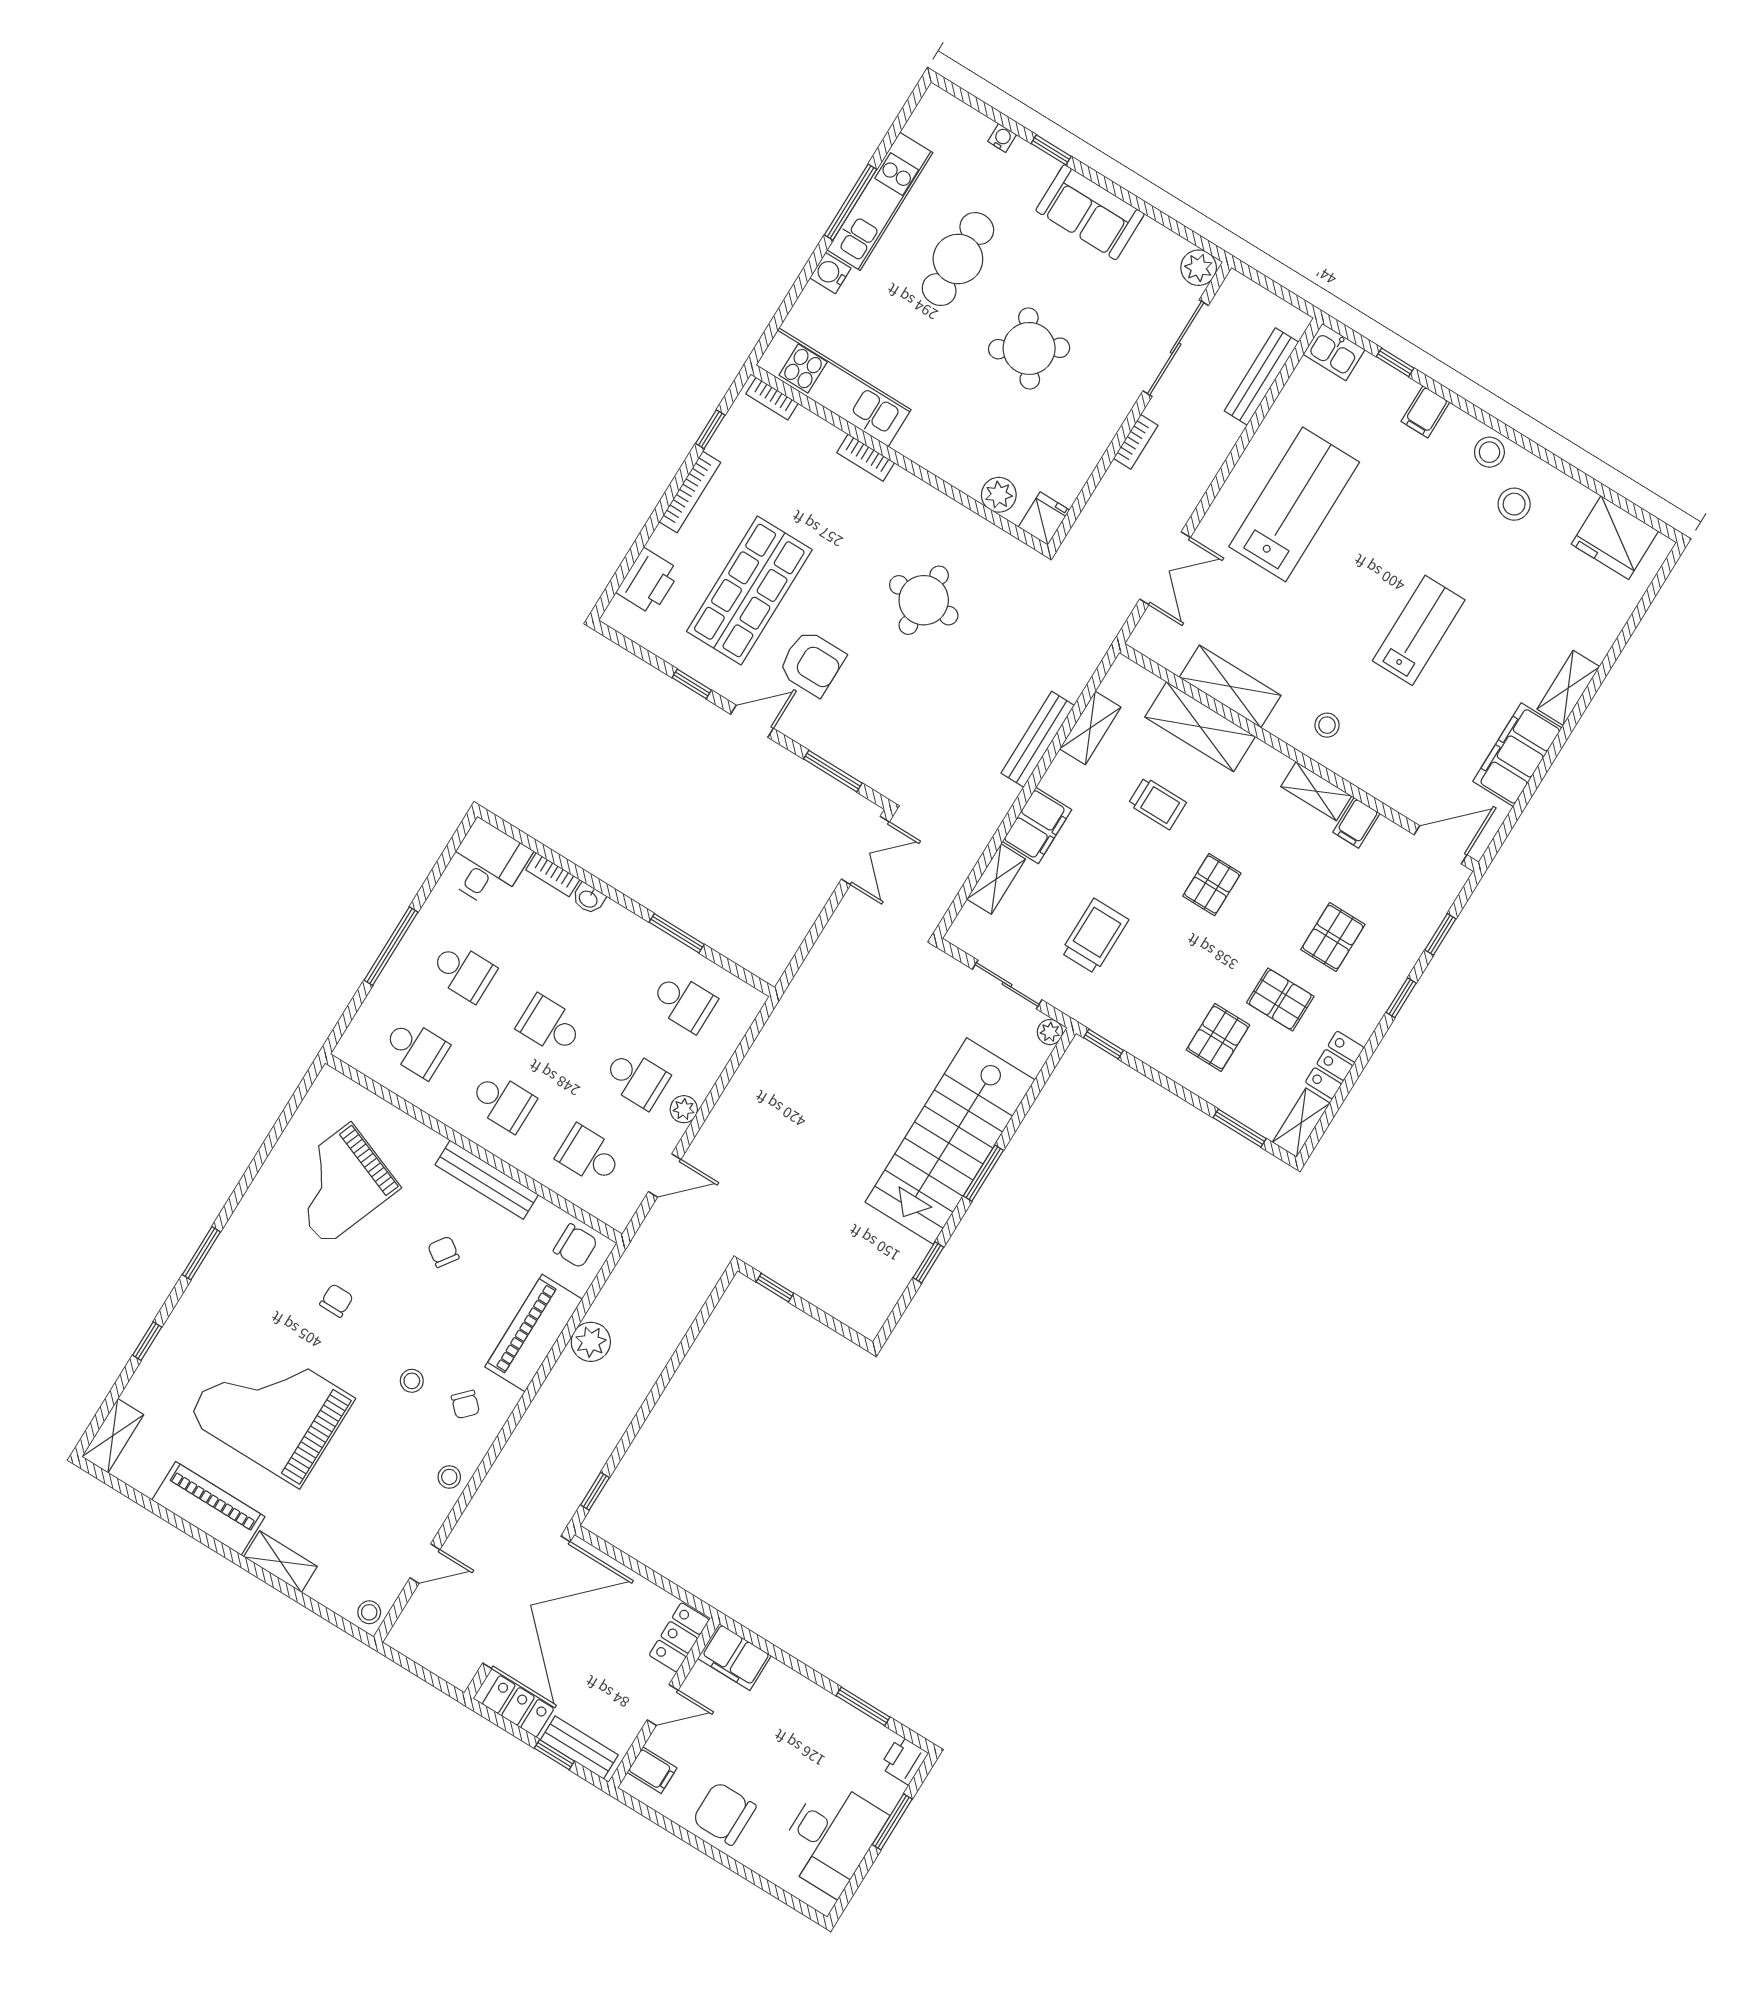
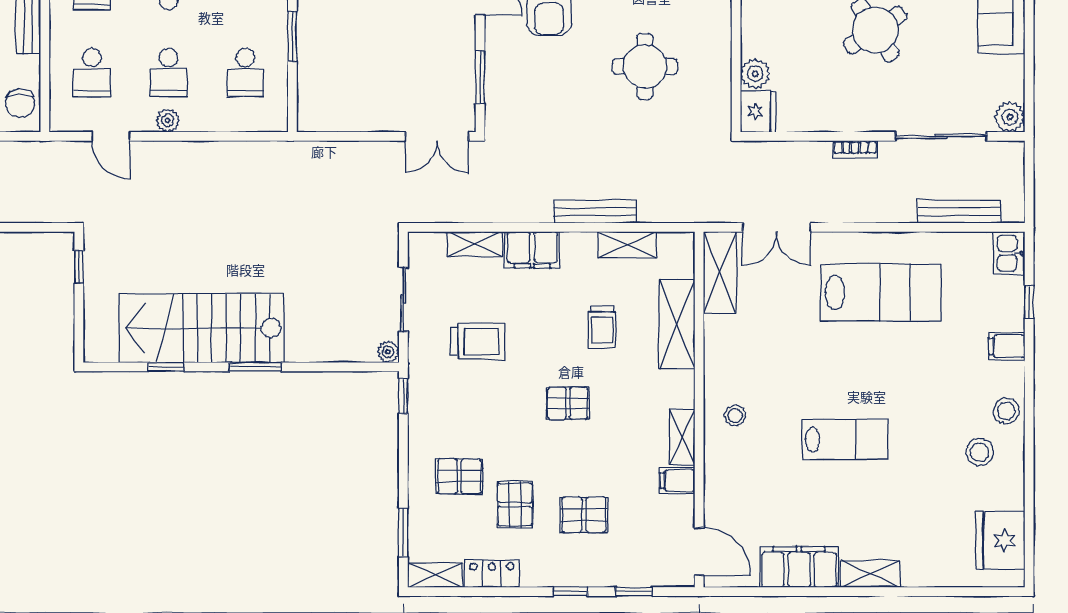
fridge: (1044, 519) -> (758, 111), width x1.38
shelving: (1230, 686) -> (720, 273), moved
stairs: (950, 1141) -> (201, 328), moved
school desk: (589, 1155) -> (92, 72), turned 180

